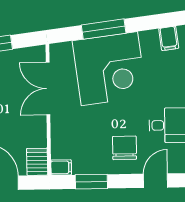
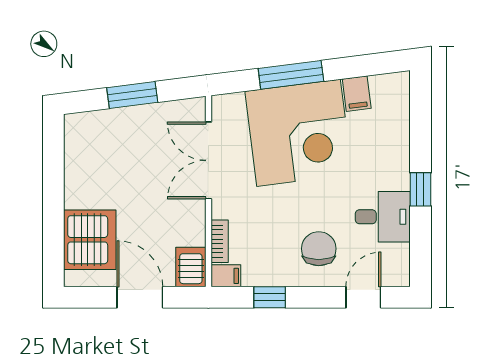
filing cabinet: (169, 38) -> (357, 94), moved
bookcase: (57, 144) -> (220, 241), added
window: (91, 182) -> (270, 297), width x0.67

